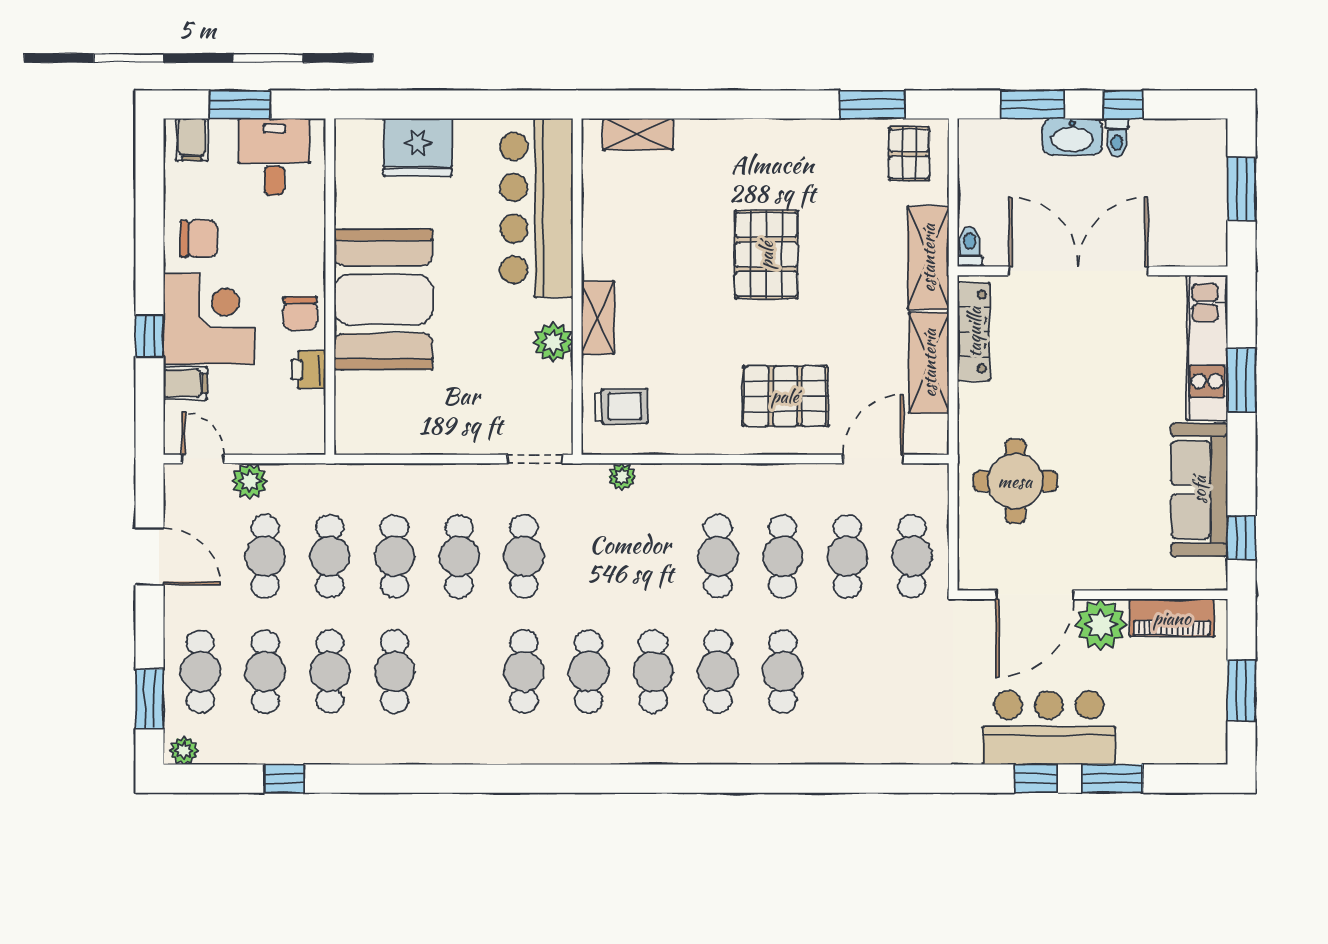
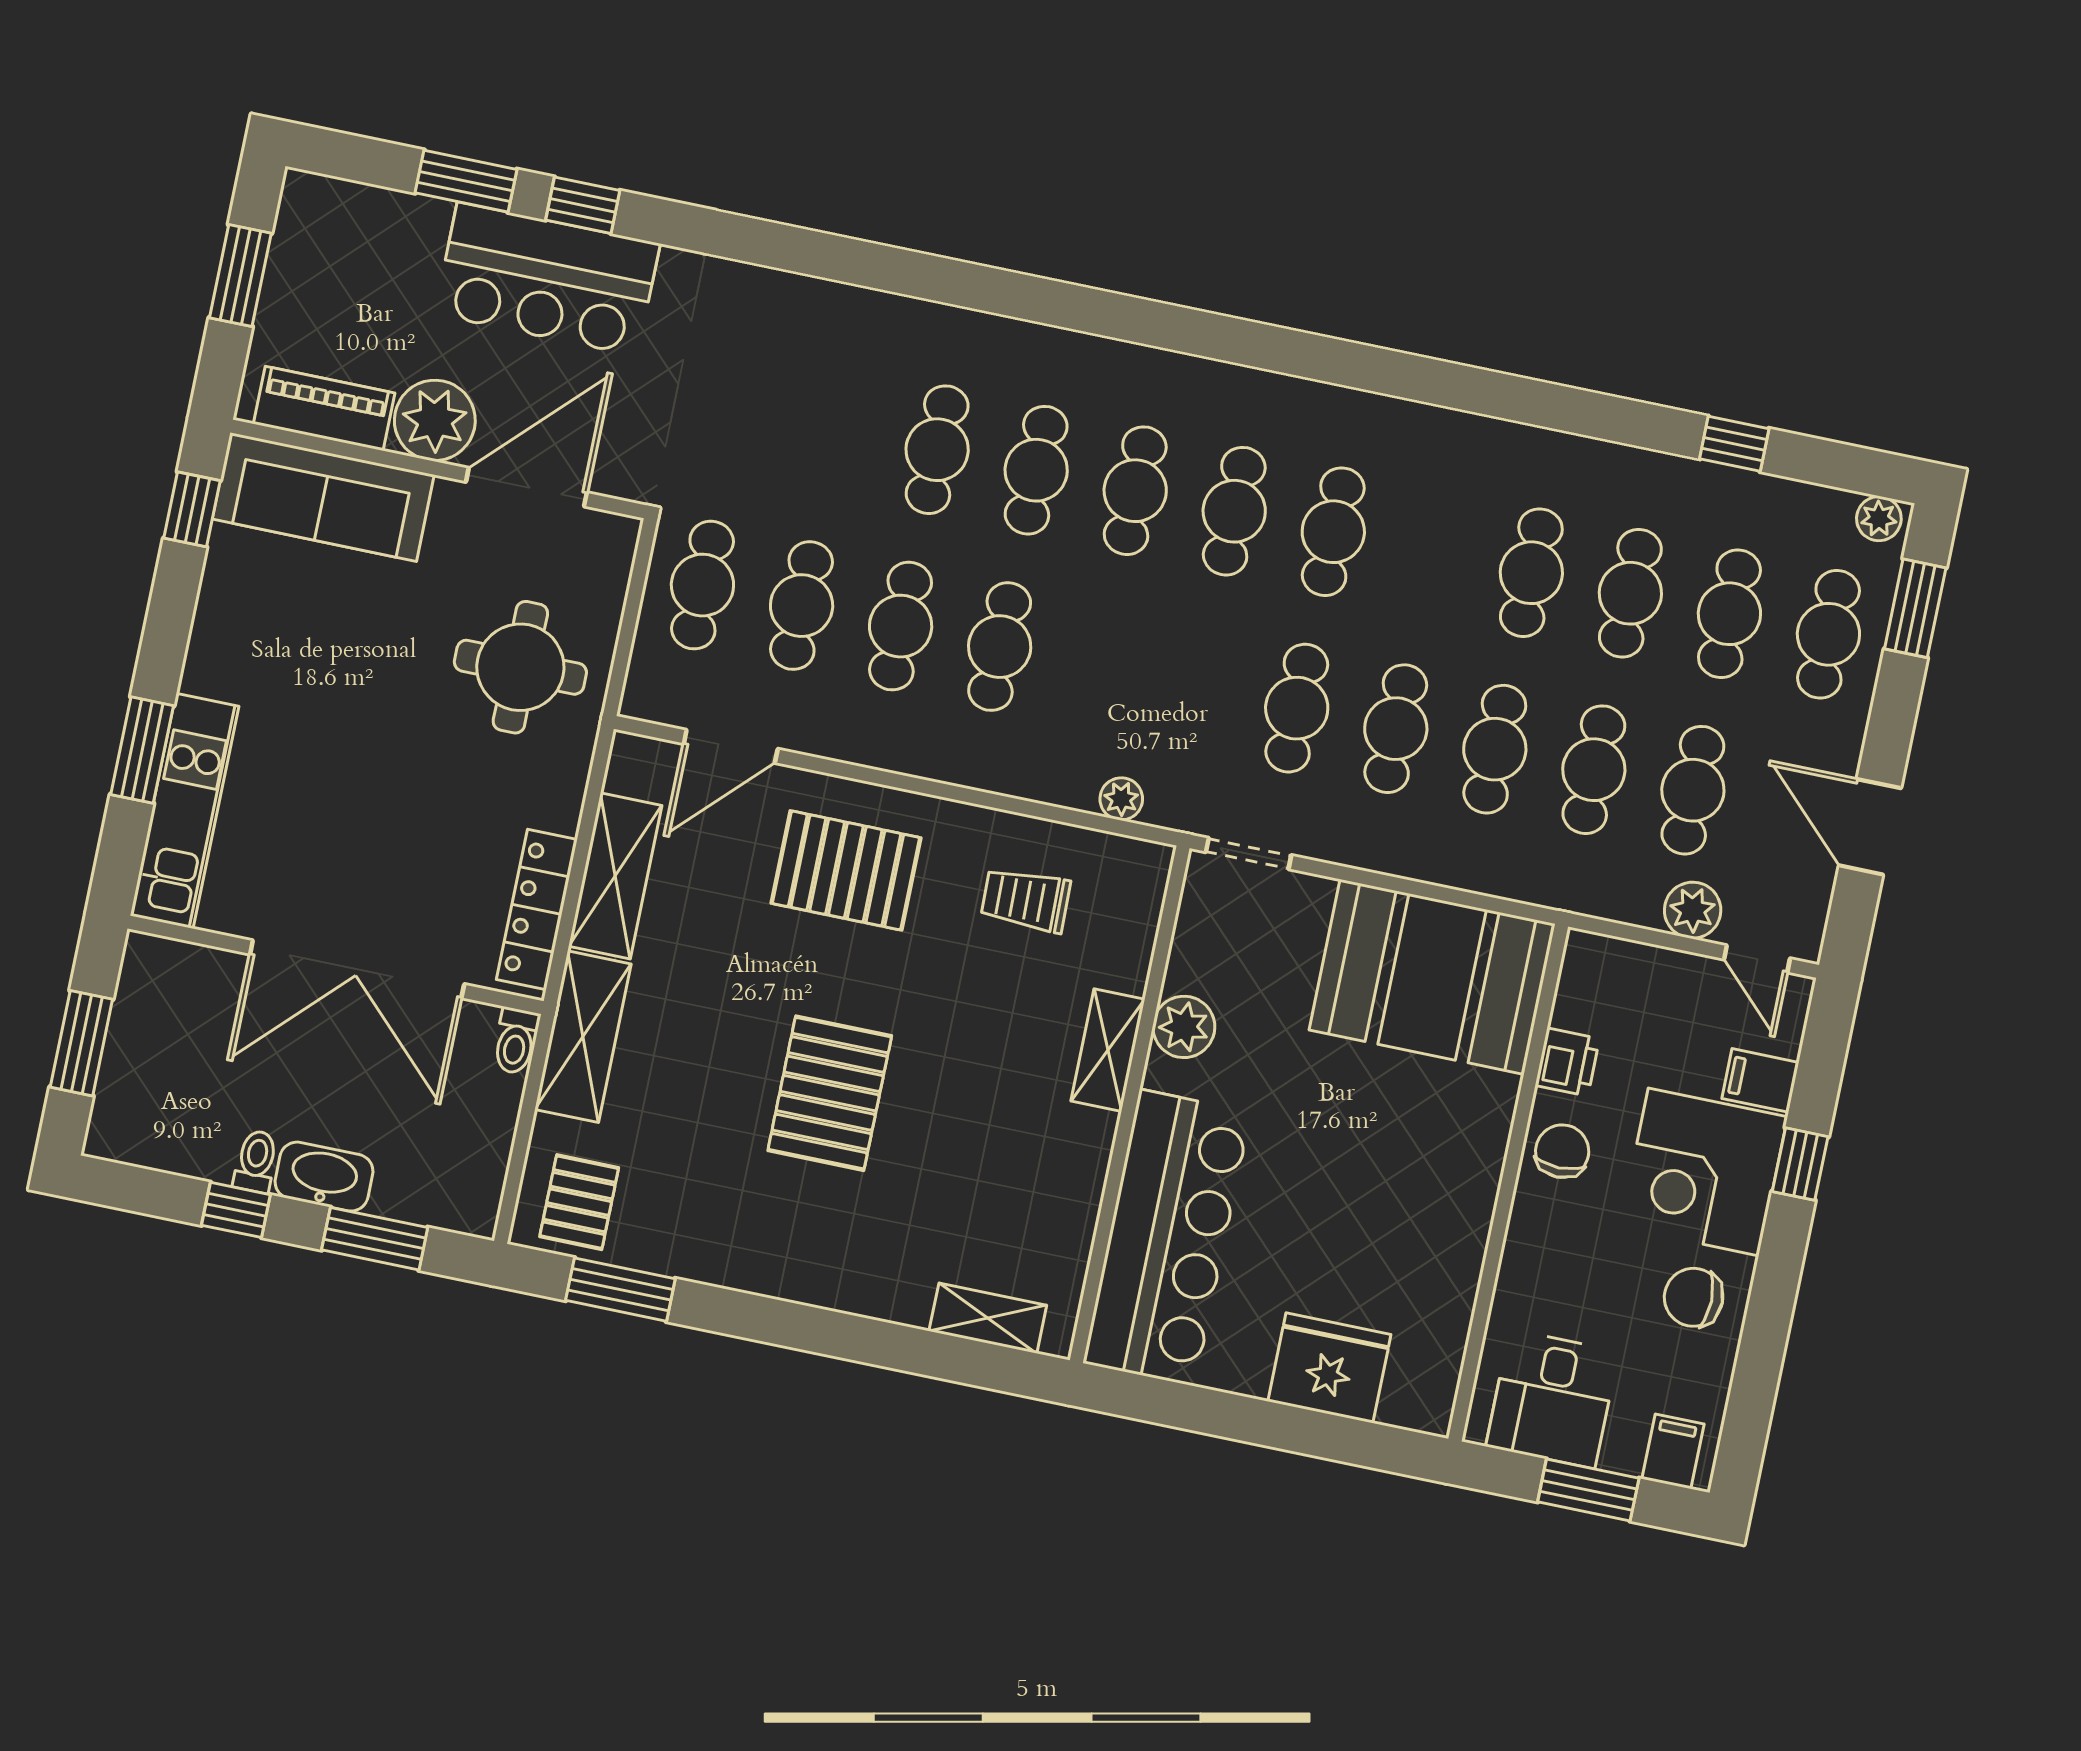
booth: (383, 299) -> (1432, 977), moved, turned 90
trolley: (621, 406) -> (1026, 900), moved
sofa: (1199, 490) -> (323, 497), moved, turned 90

